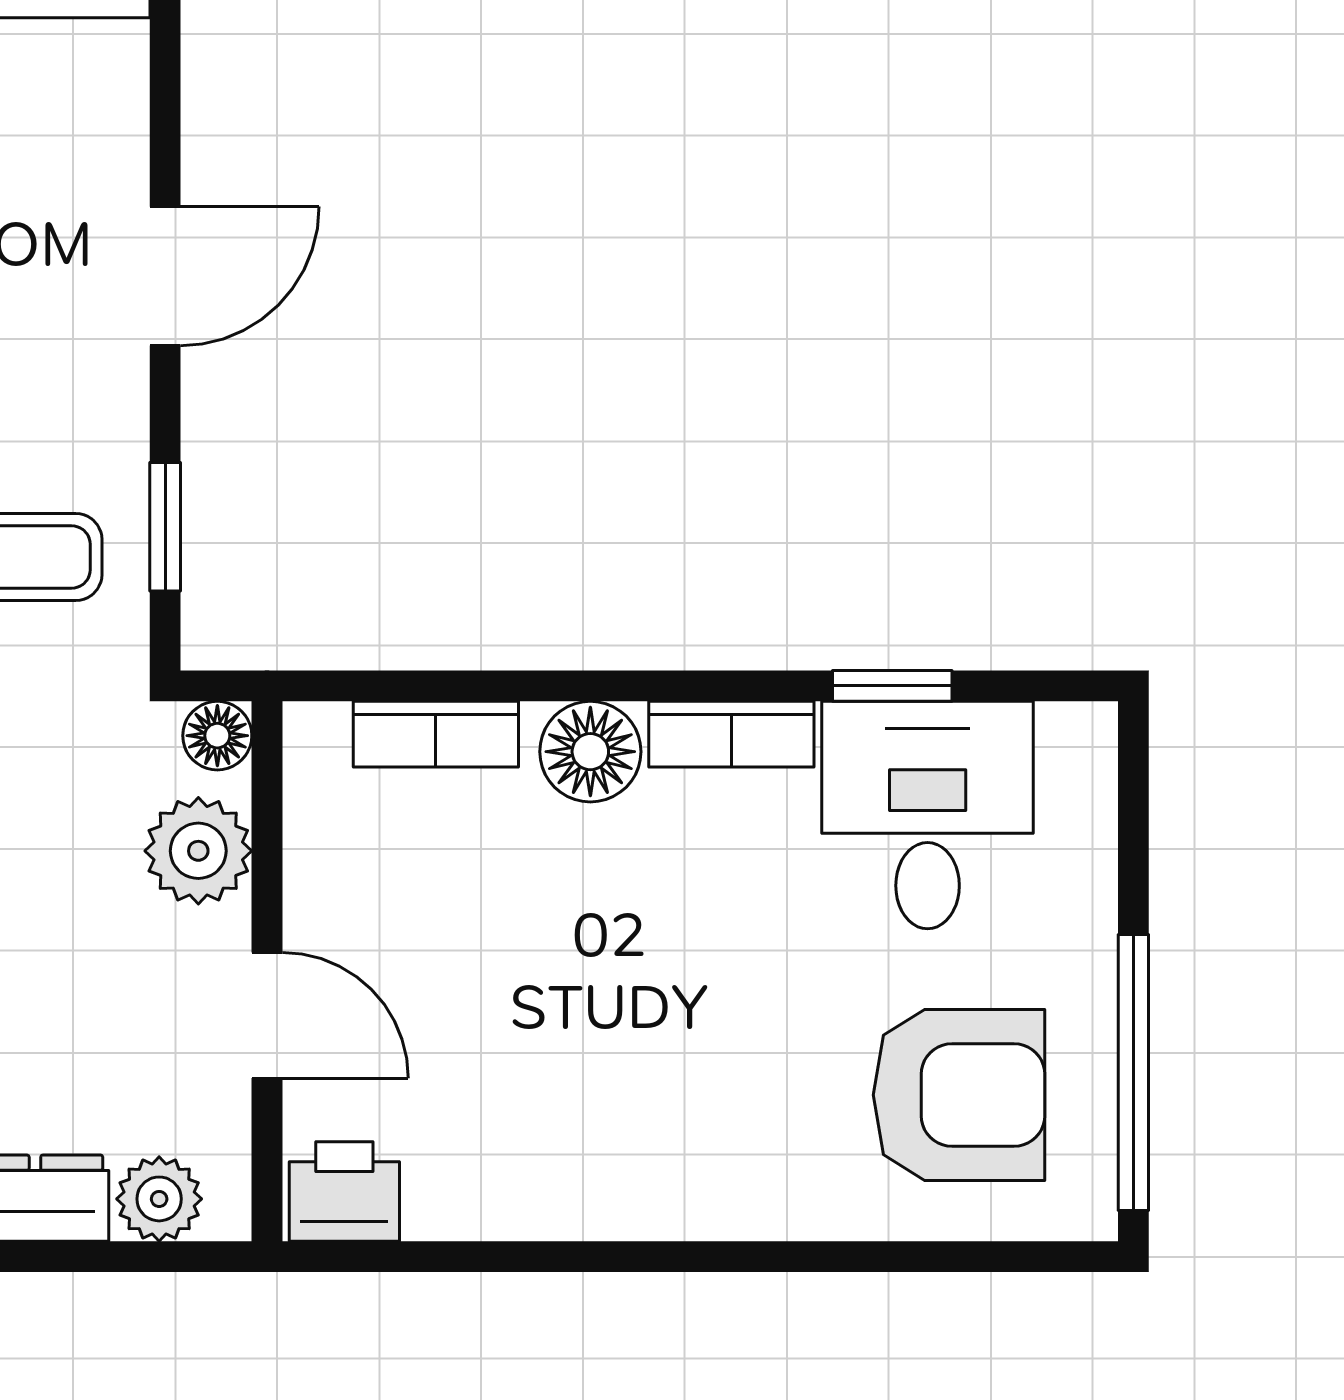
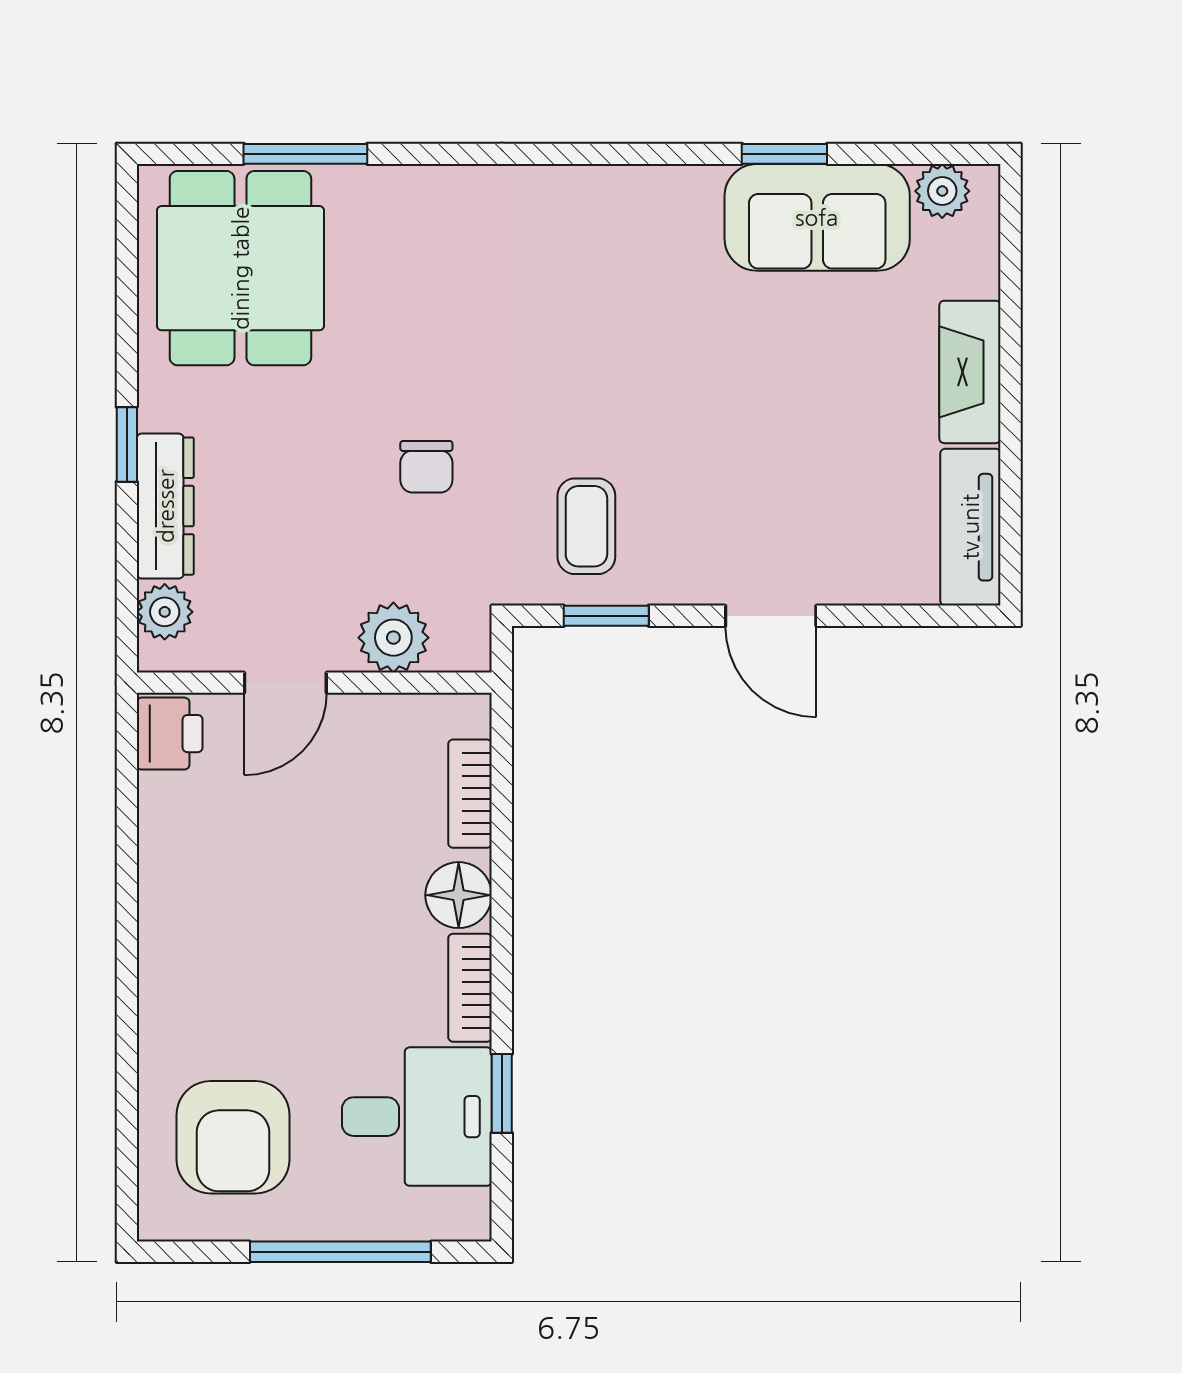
floor lamp: (217, 736) -> (469, 650), removed
window: (1133, 1072) -> (340, 1252), moved

